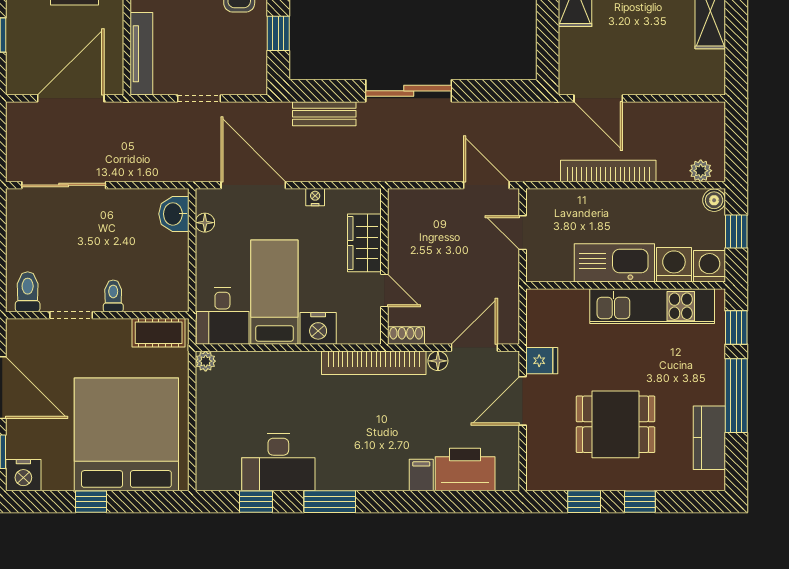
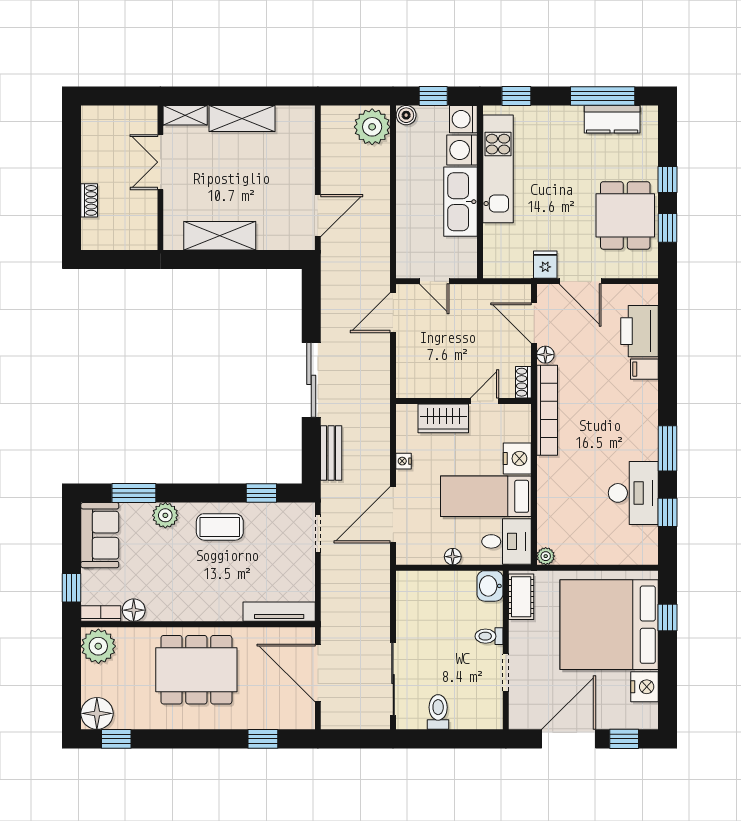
doorway: (199, 98) -> (318, 534), moved
bookcase: (608, 171) -> (381, 207), removed
plant: (701, 171) -> (372, 127), width x1.88, depth x1.88
washbasin: (174, 214) -> (490, 586), moved, turned 90
floor lamp: (205, 223) -> (453, 557), moved
door: (523, 233) -> (434, 281), hinge flipped
toilet: (28, 292) -> (438, 712), moved, turned 90
window: (736, 396) -> (603, 96), moved
dining table: (616, 424) -> (625, 215), moved
nightstand: (23, 475) -> (644, 687), moved
window: (91, 502) -> (667, 618), moved

